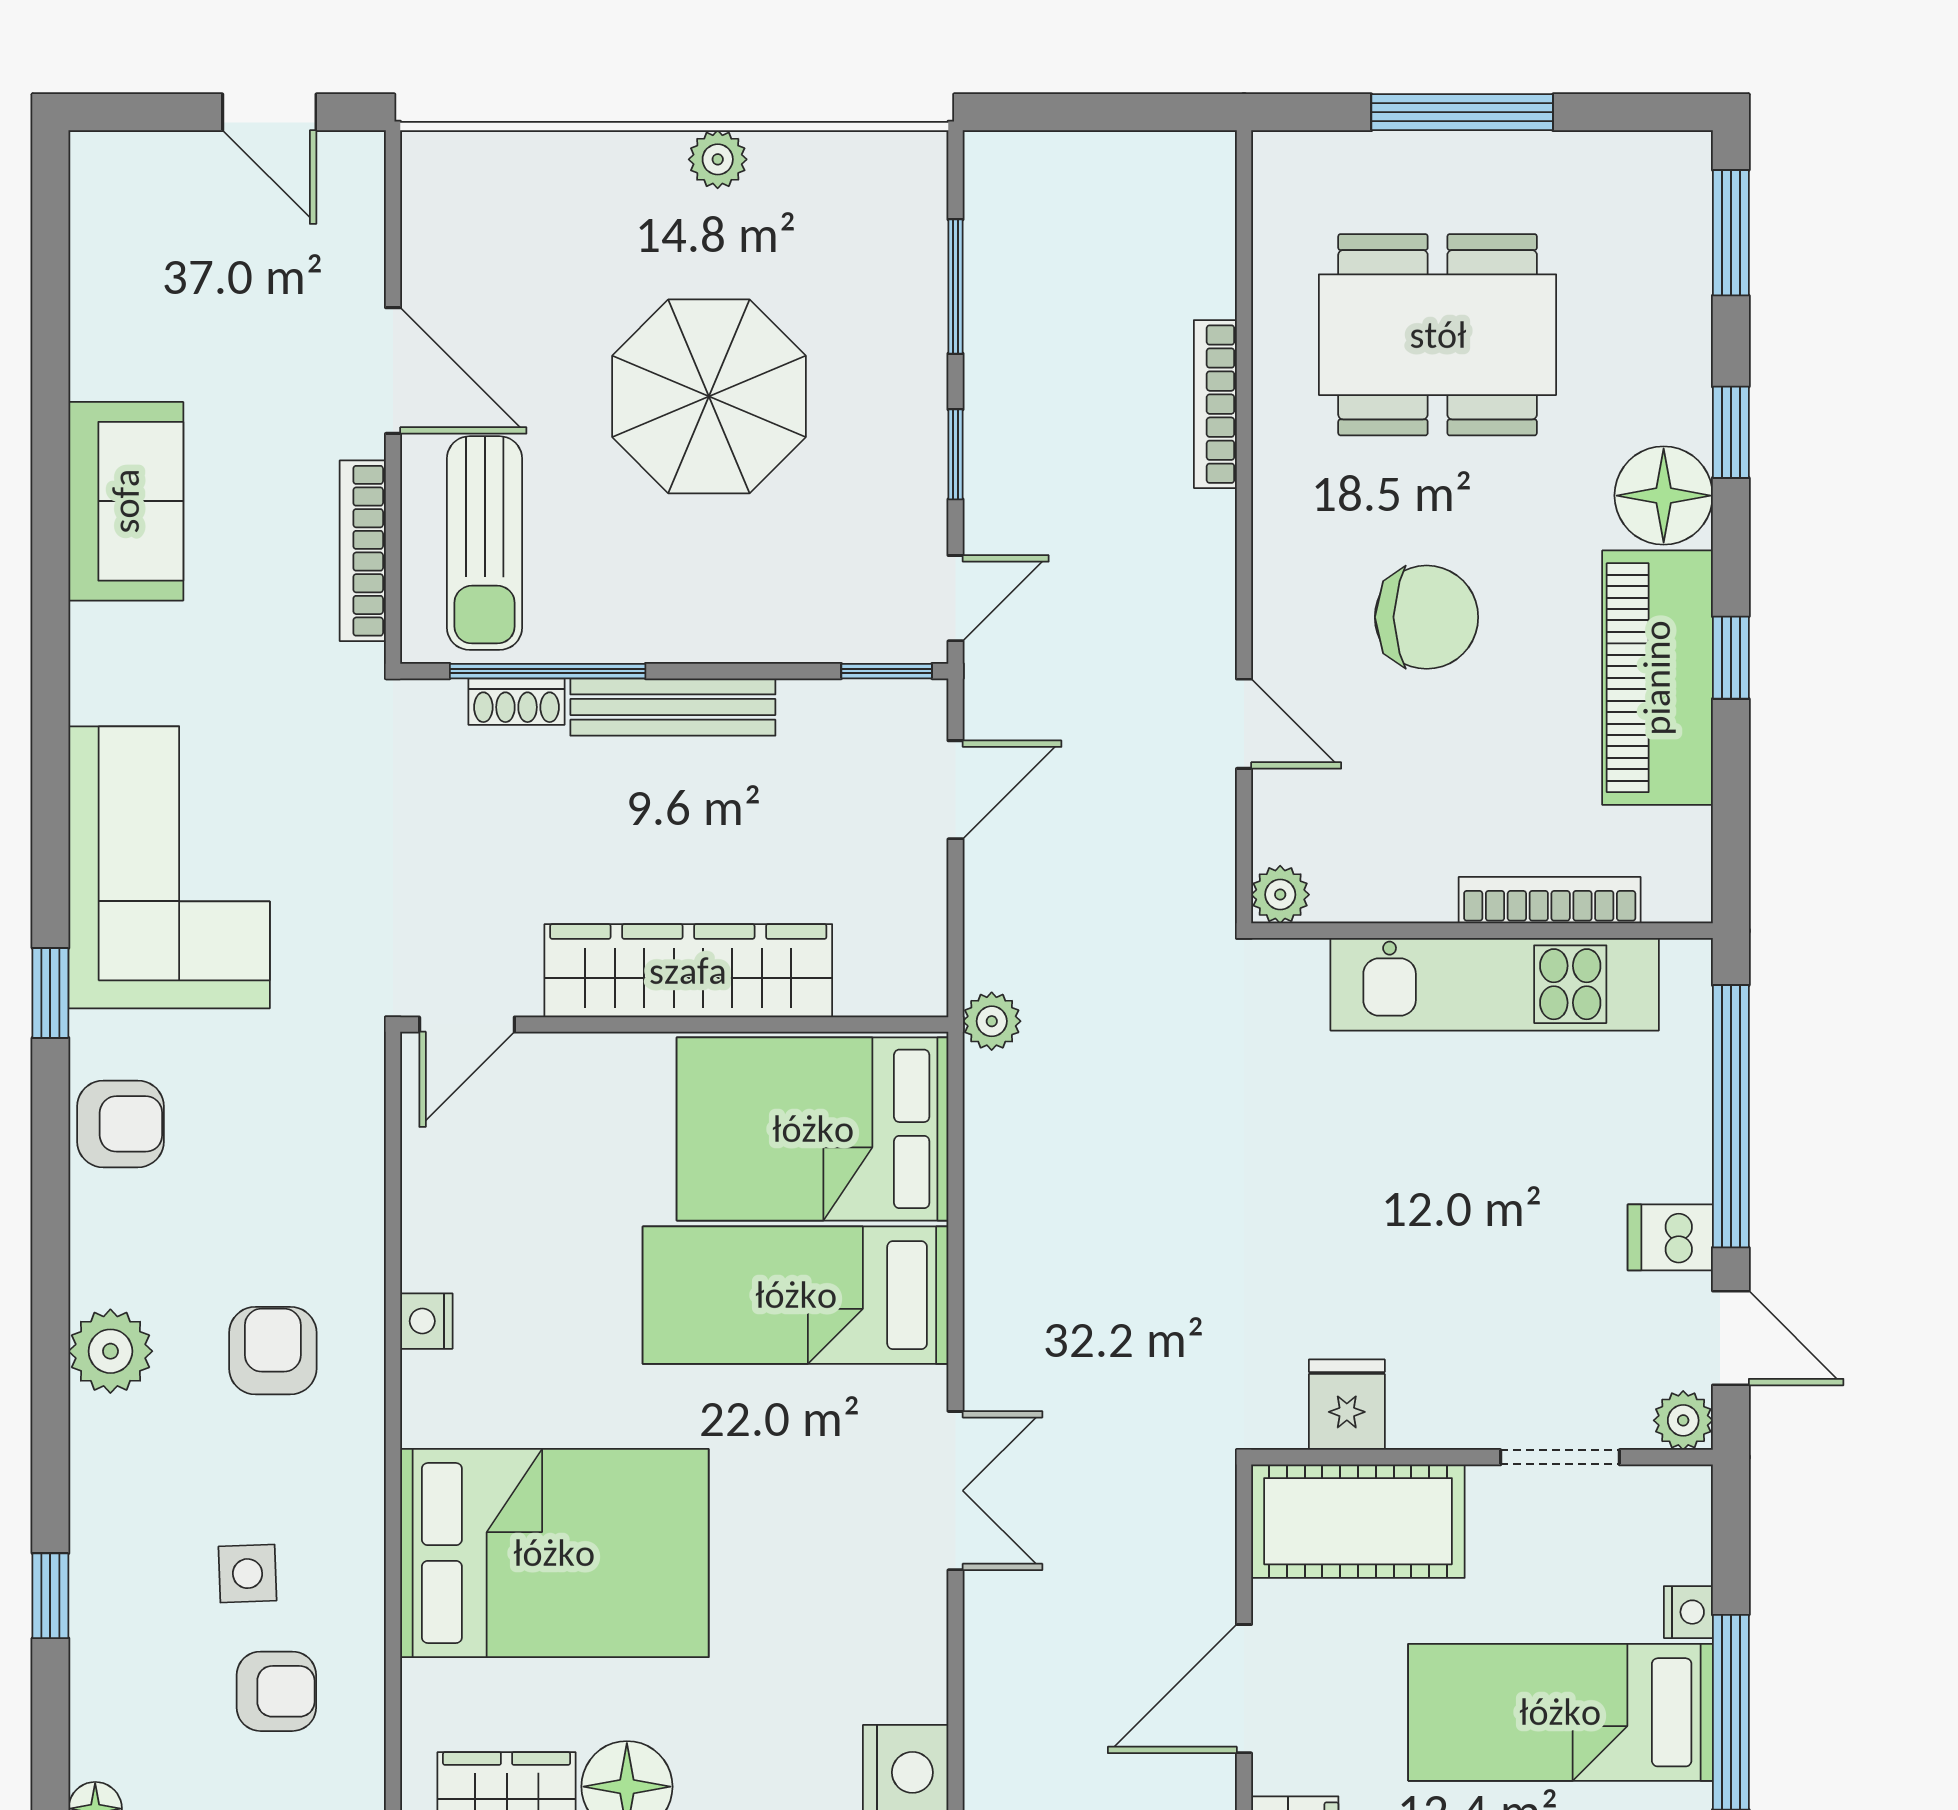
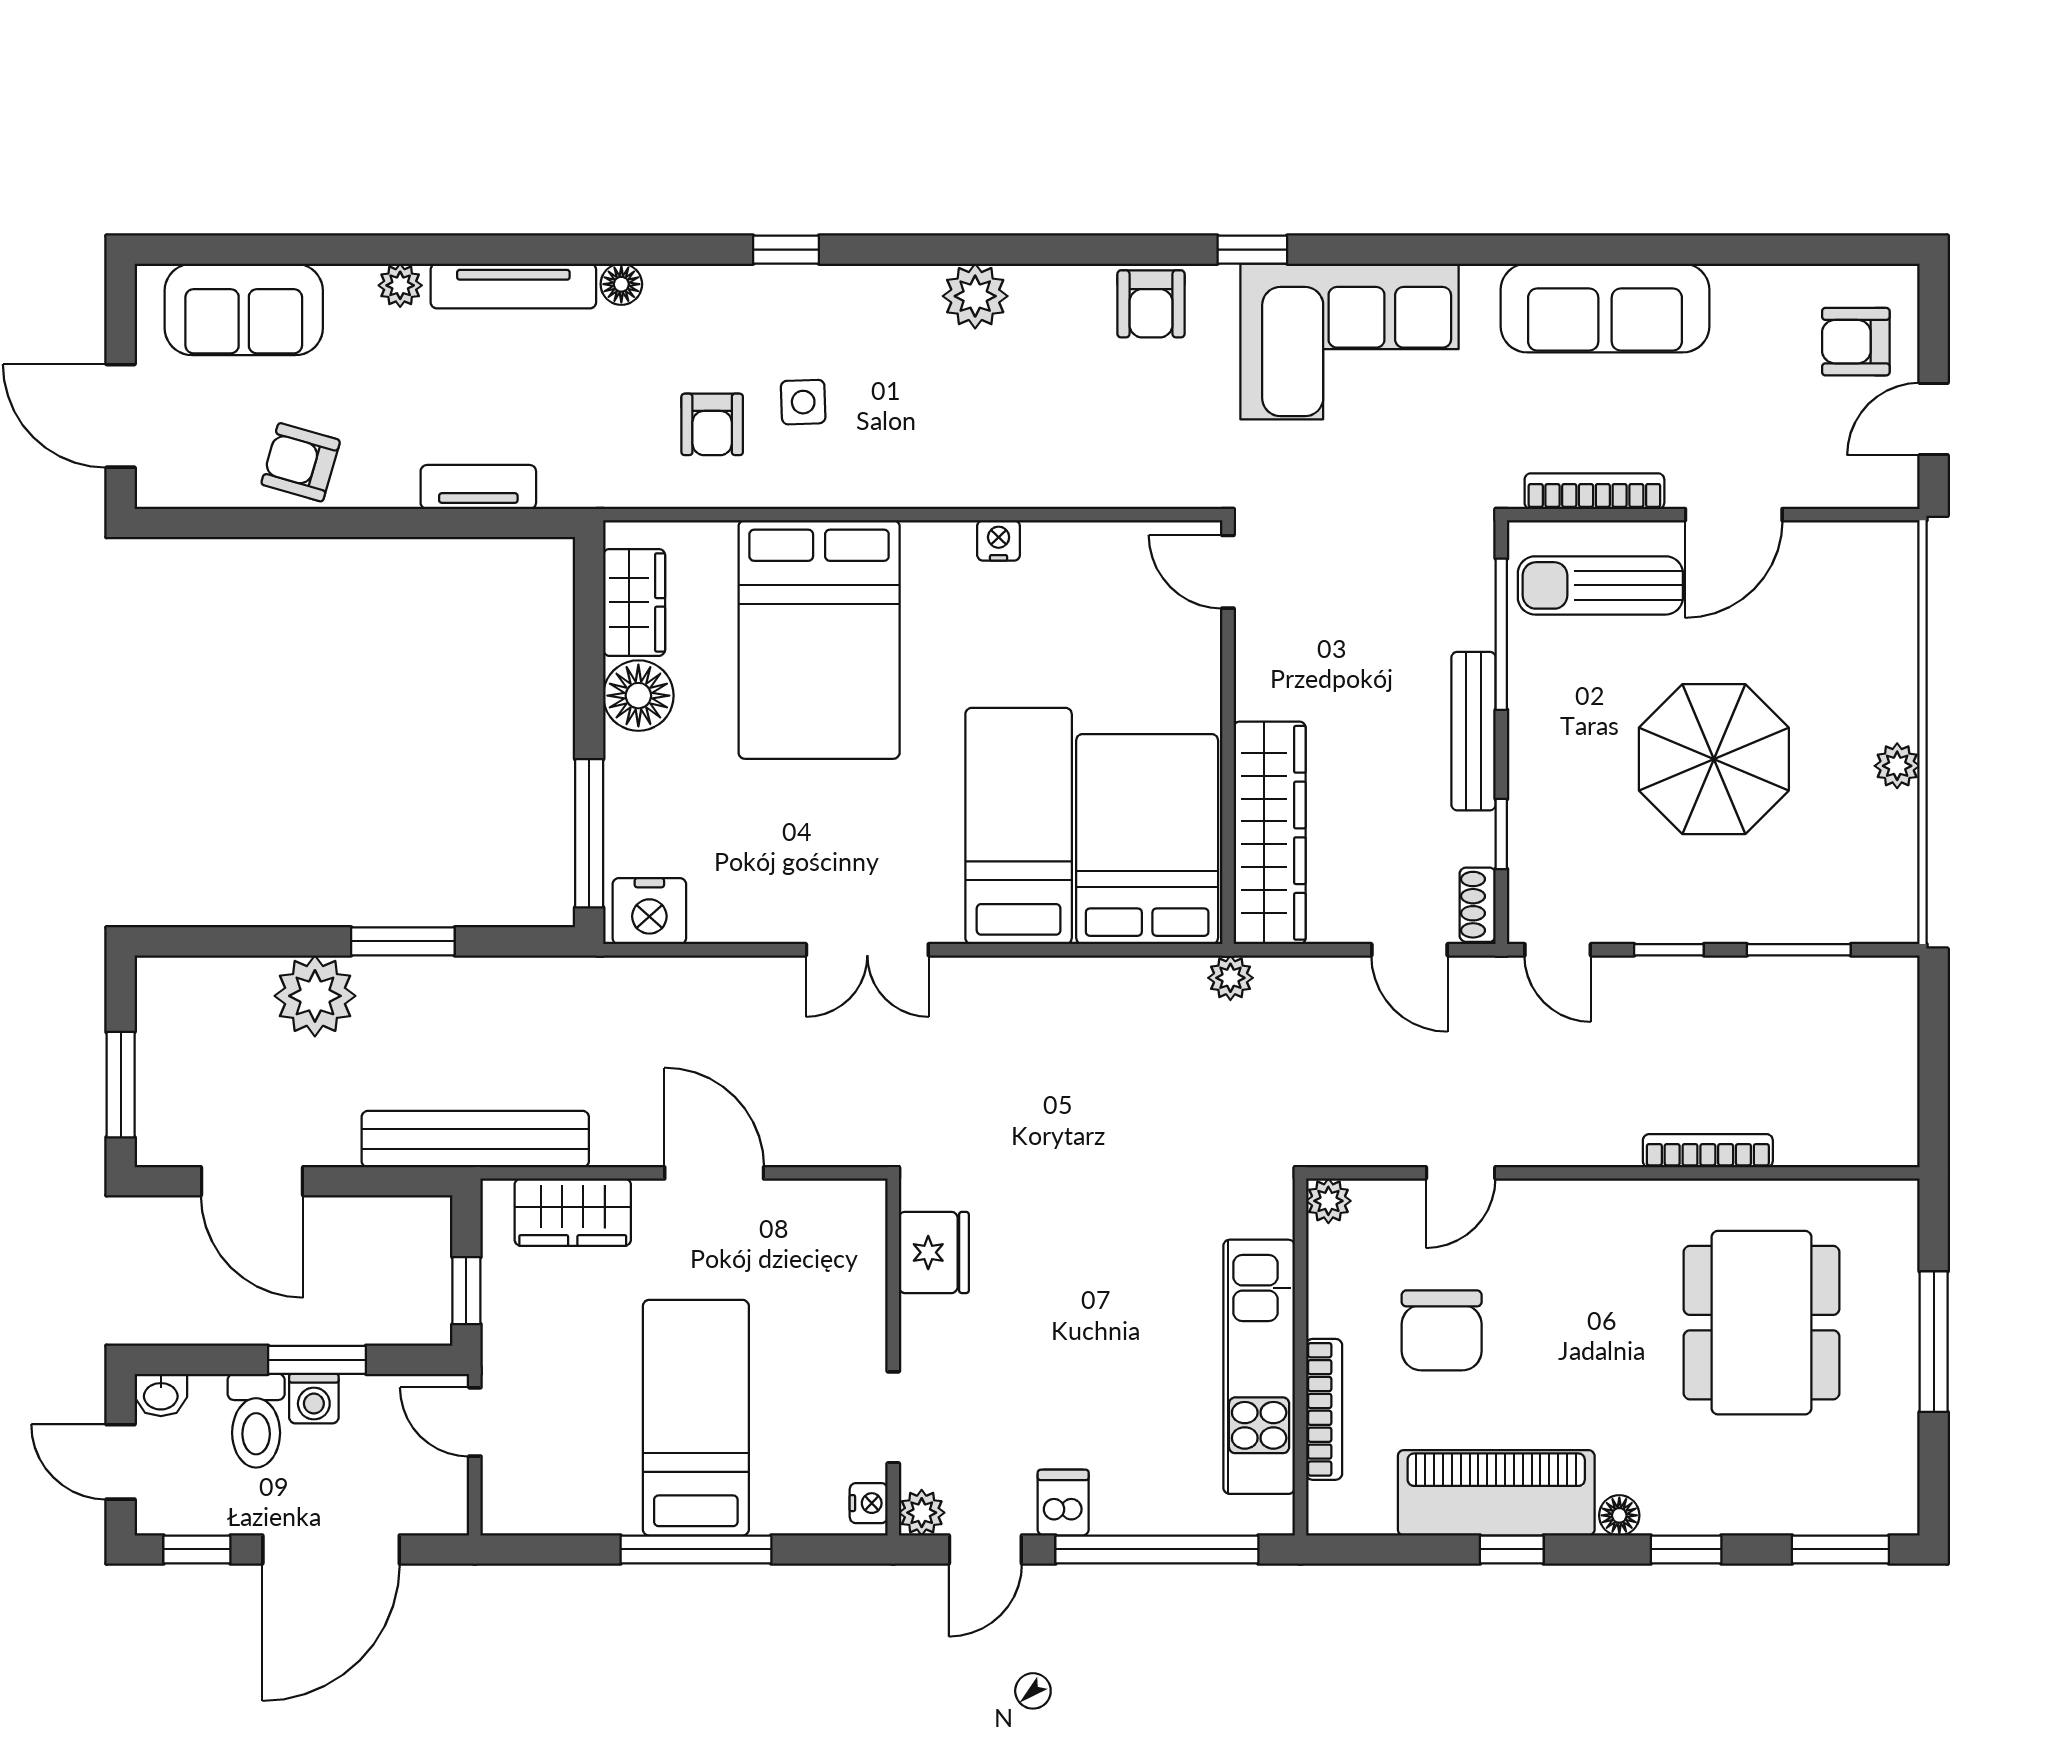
floor lamp: (1664, 496) -> (1619, 1515), width x0.53, depth x0.53
sofa: (126, 501) -> (1605, 308), width x1.36
chair: (1427, 617) -> (1442, 1330), moved
window: (887, 671) -> (1501, 834), moved
shoe rack: (516, 702) -> (1478, 905), moved
wardrobe: (688, 971) -> (1270, 833), moved
armchair: (273, 1351) -> (1856, 342), moved, turned 180
fridge: (1347, 1405) -> (934, 1252), width x1.38
cot: (1358, 1521) -> (844, 1261), removed
nightstand: (1688, 1612) -> (869, 1503), moved, turned -90

